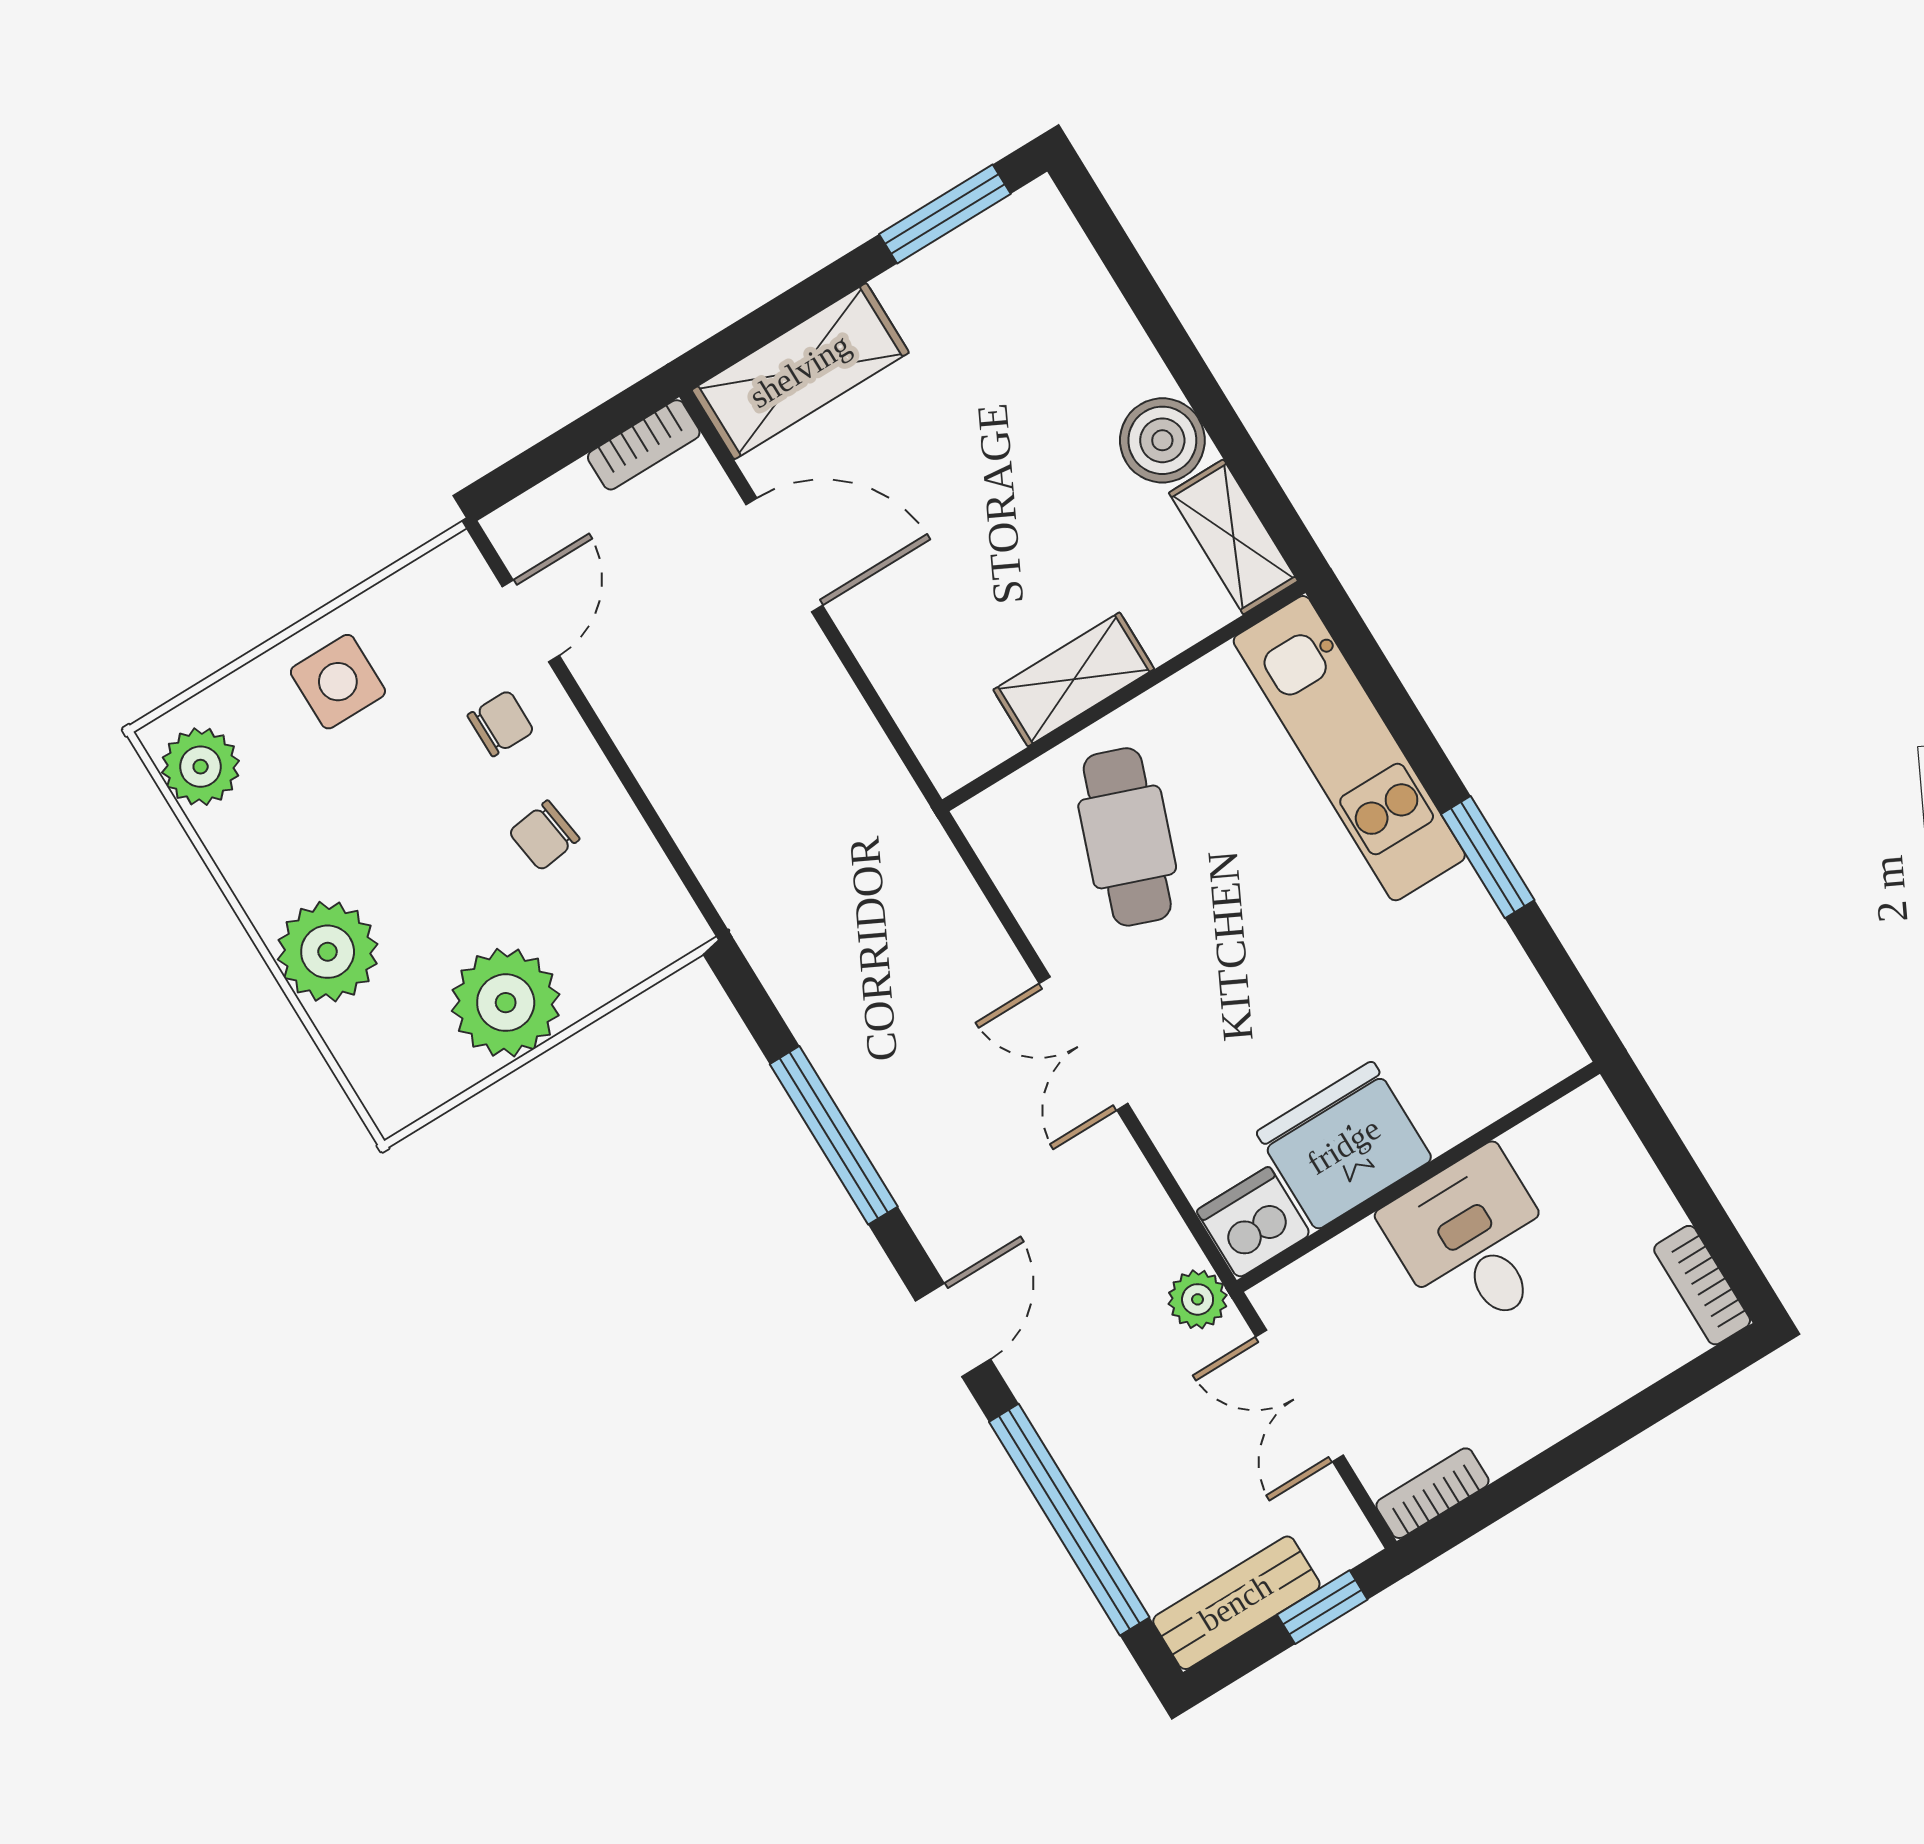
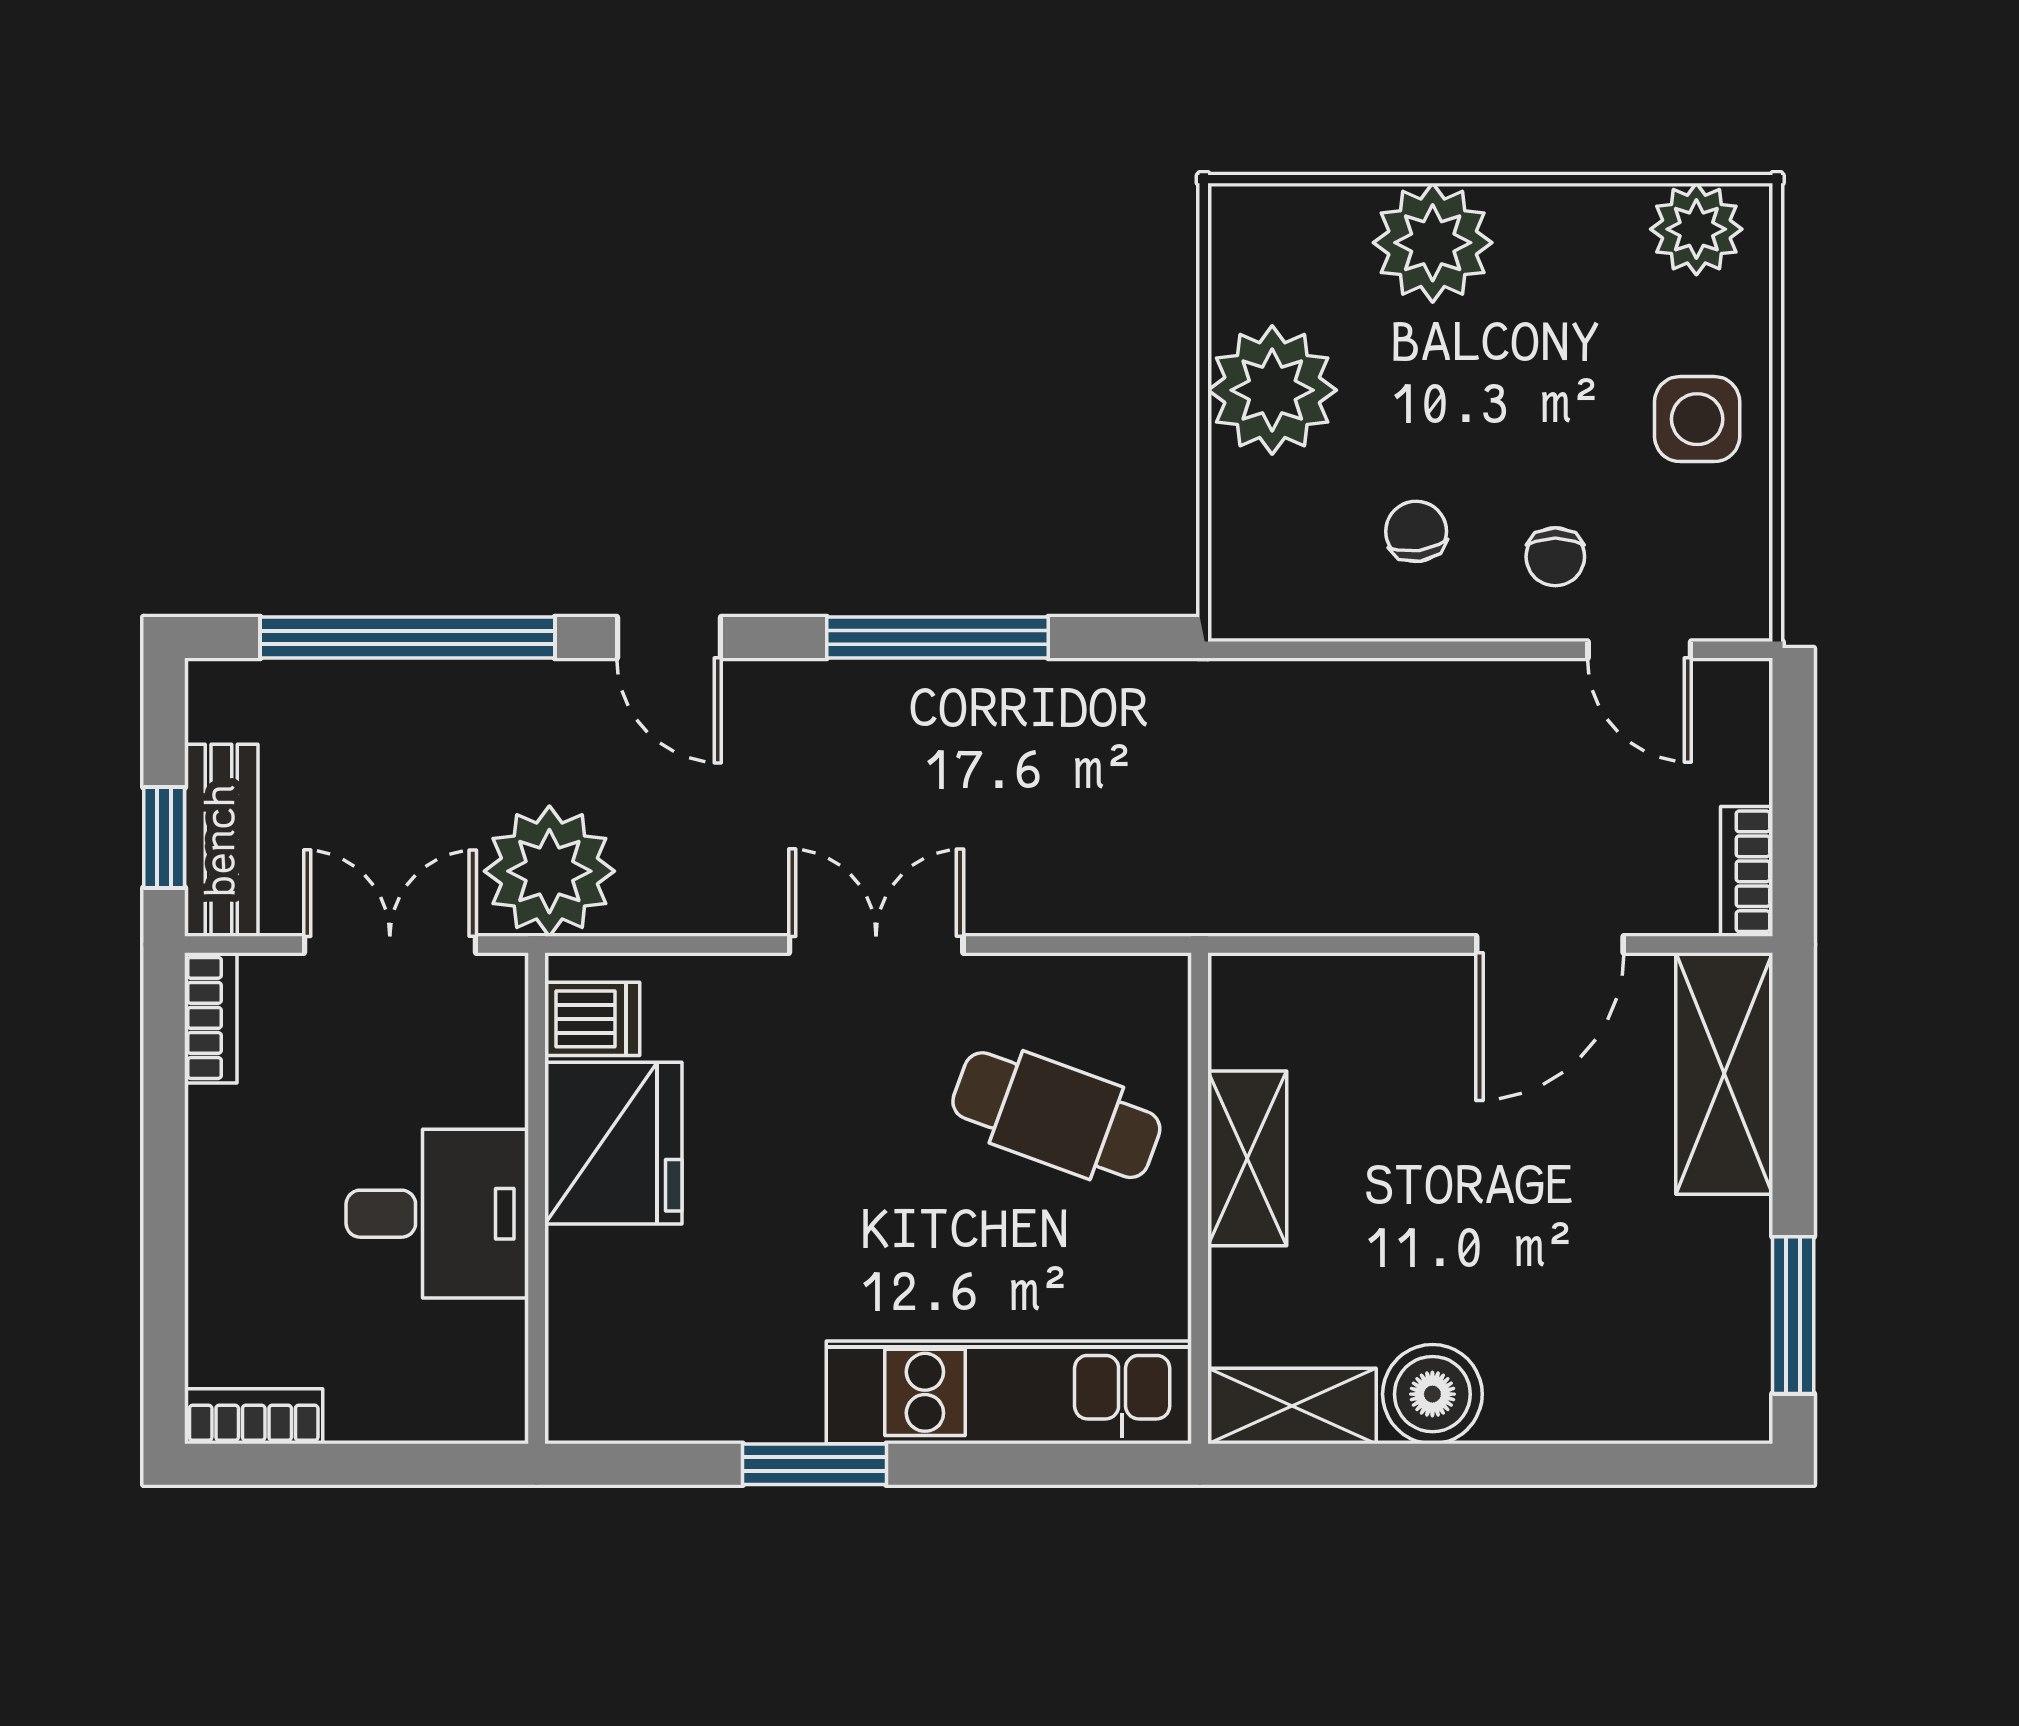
dishwasher: (1254, 1222) -> (592, 1019), width x0.73
plant: (1198, 1299) -> (549, 871), width x1.87, depth x1.87
bench: (1236, 1603) -> (221, 840), moved

